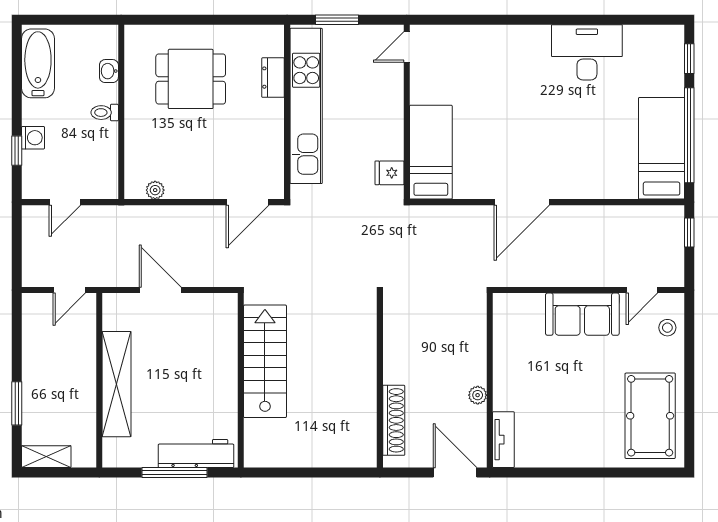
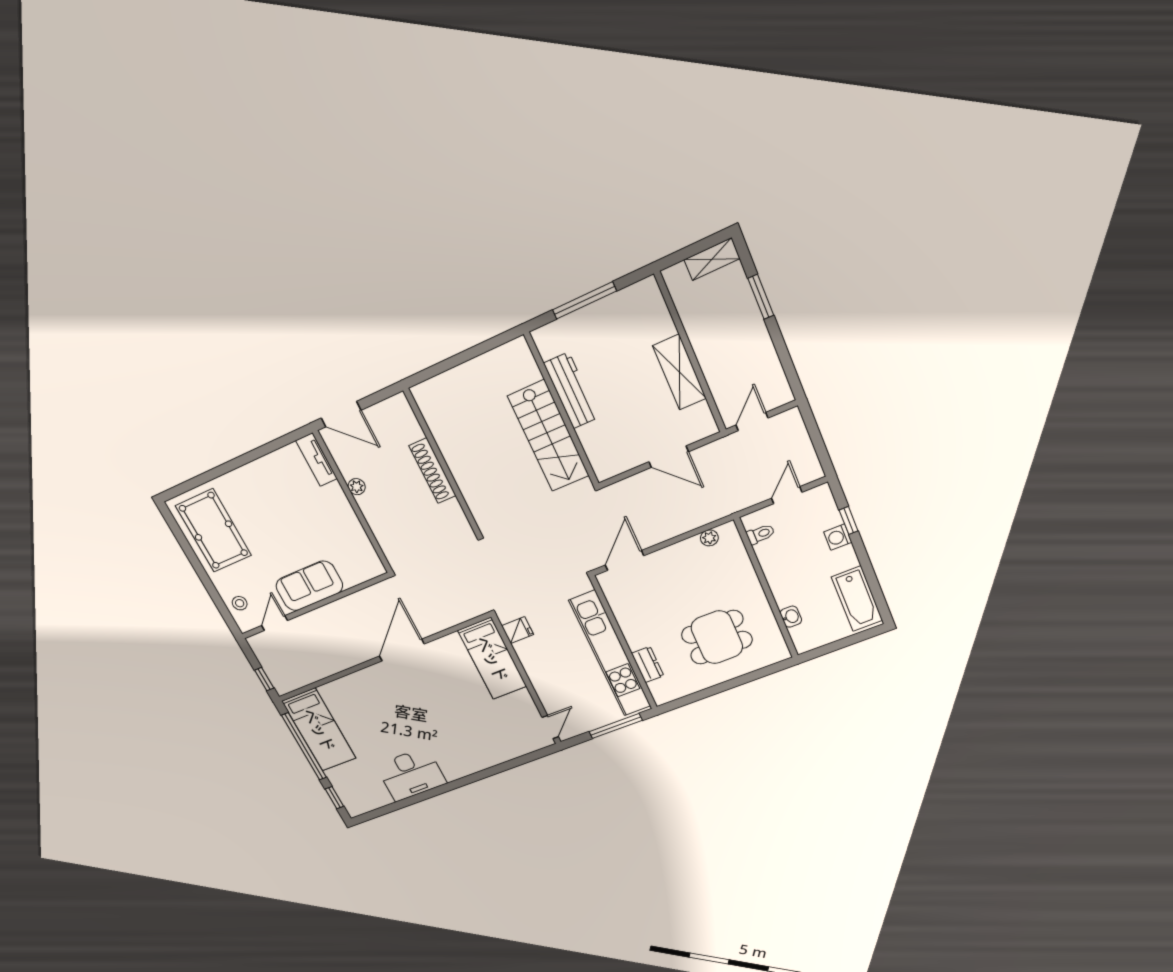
window: (337, 20) -> (616, 726), width x1.44
toilet: (105, 113) -> (761, 534), moved
shelving: (117, 384) -> (679, 372), width x0.68
shoe rack: (394, 420) -> (433, 471), moved
workbench: (196, 454) -> (571, 391), moved, turned -90

